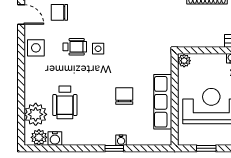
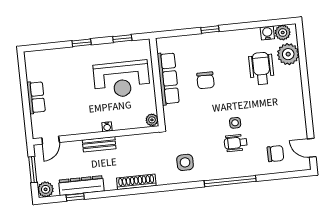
wheelchair: (75, 47) -> (236, 143), moved
side table: (36, 48) -> (185, 162), moved
water cooler: (121, 140) -> (204, 38), removed

